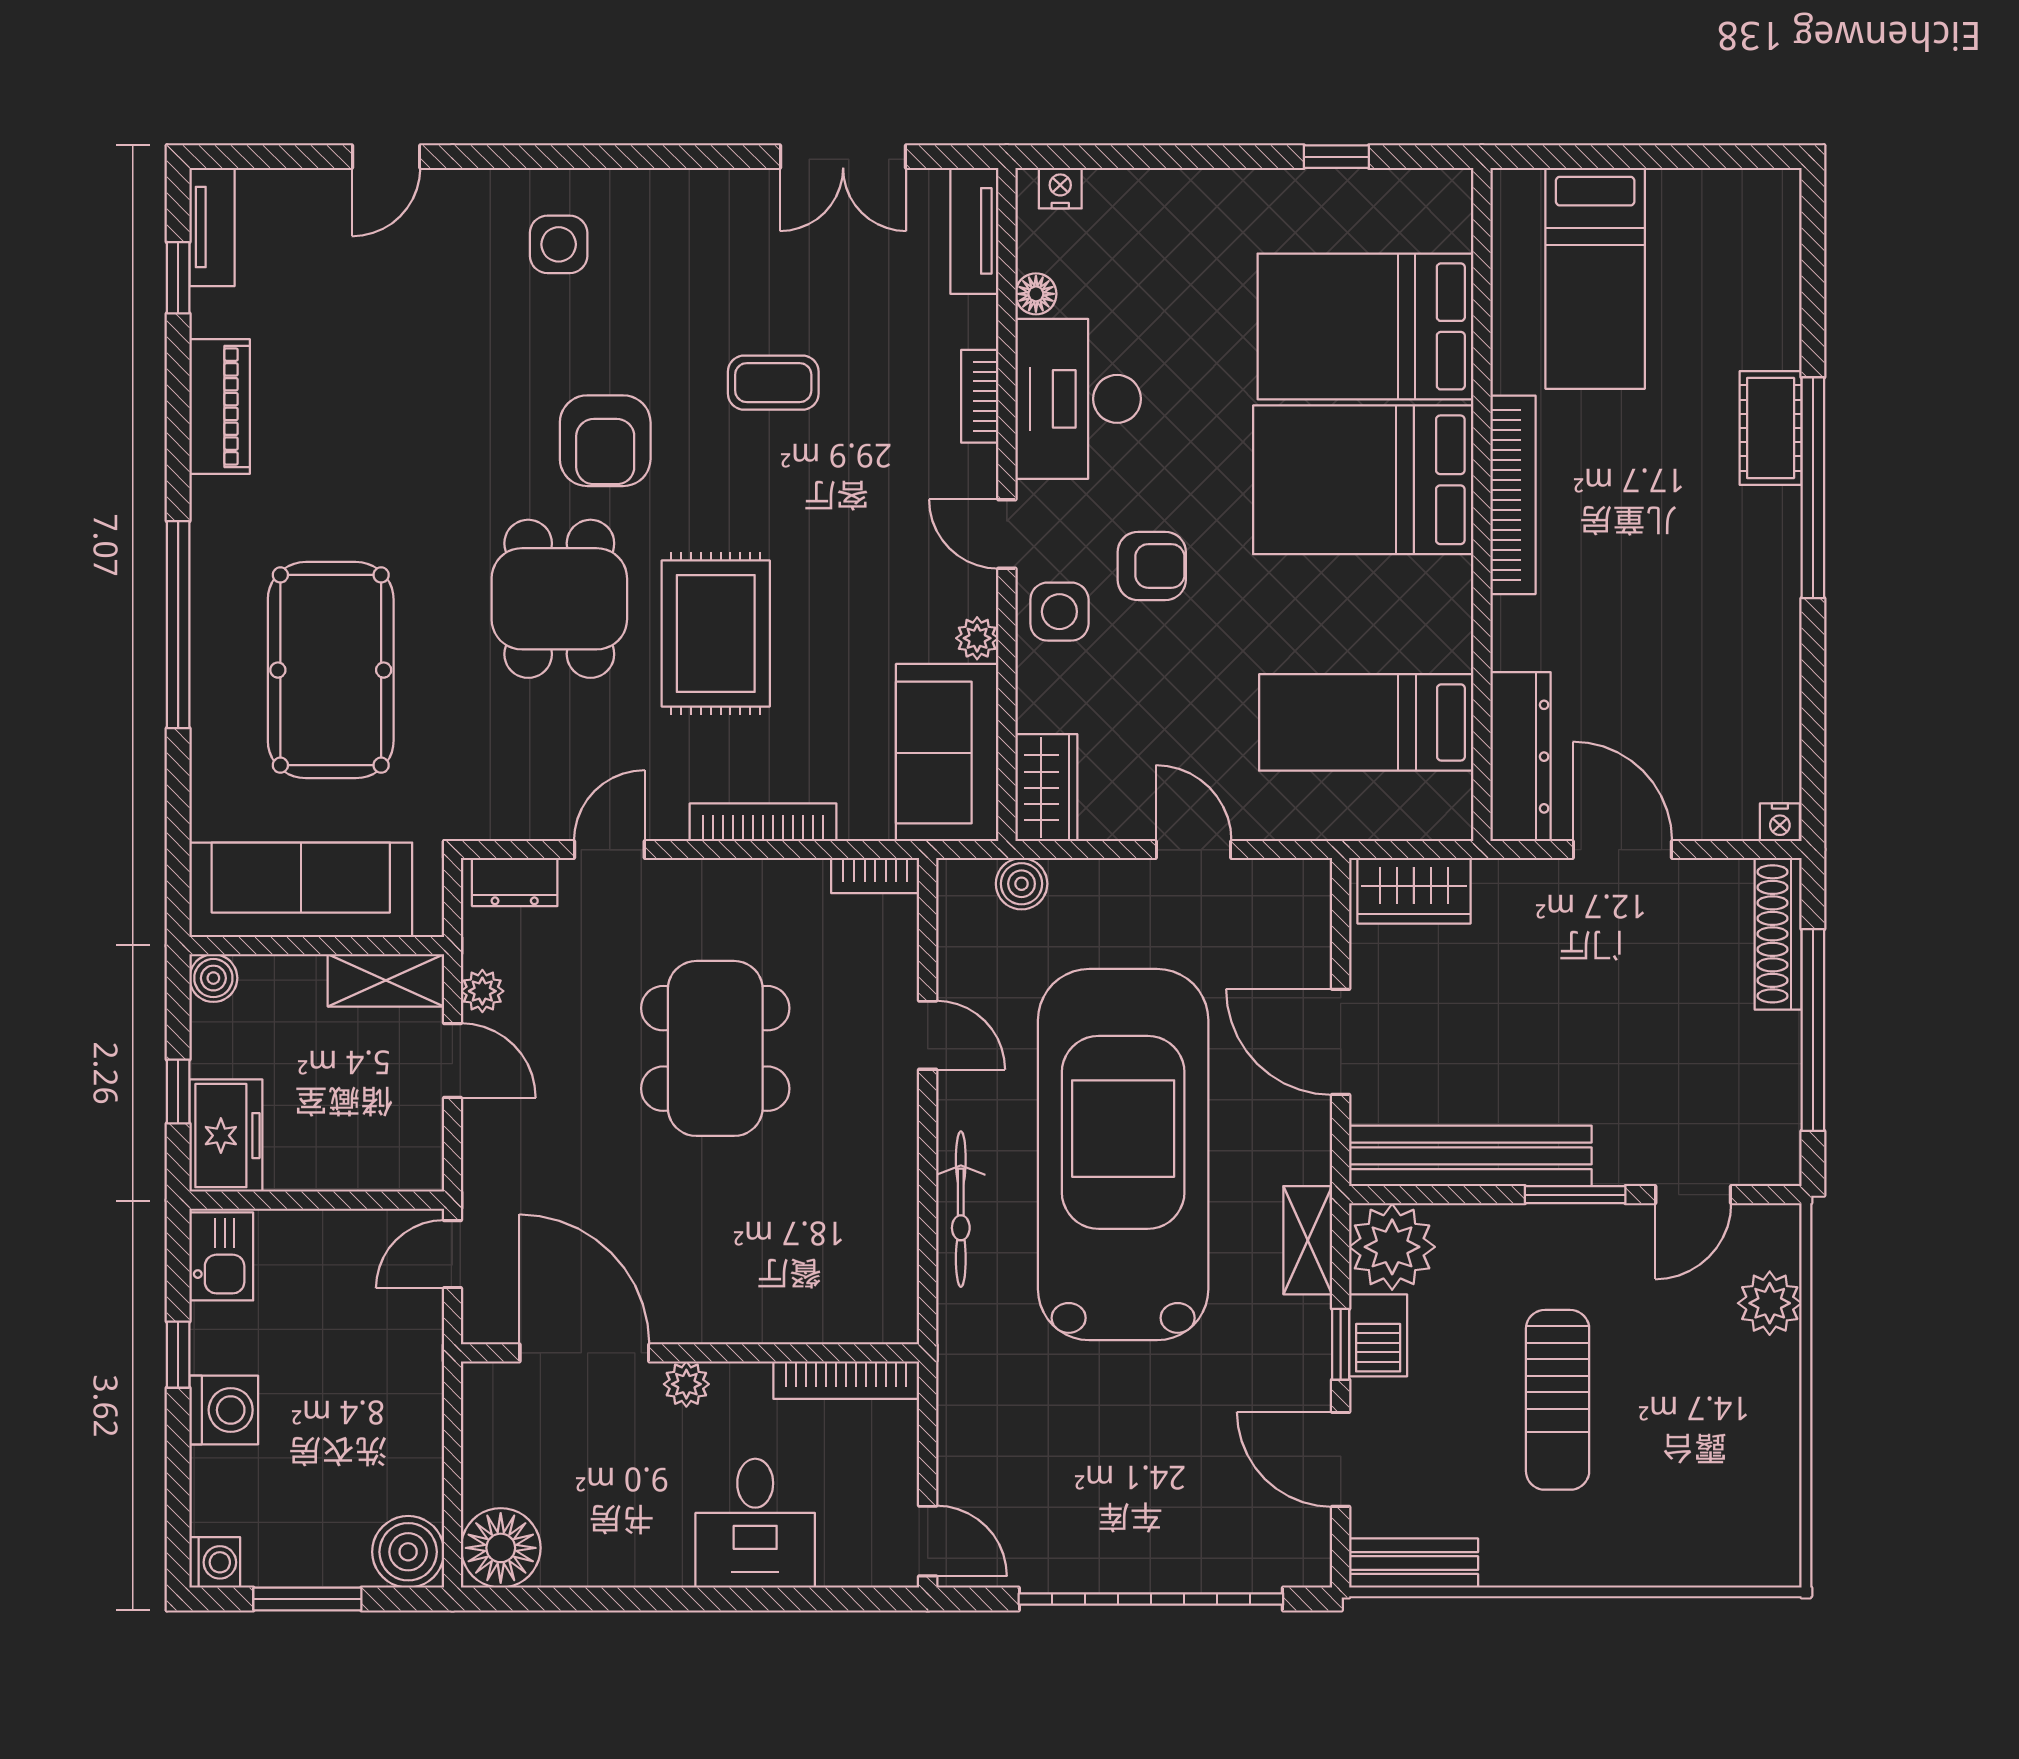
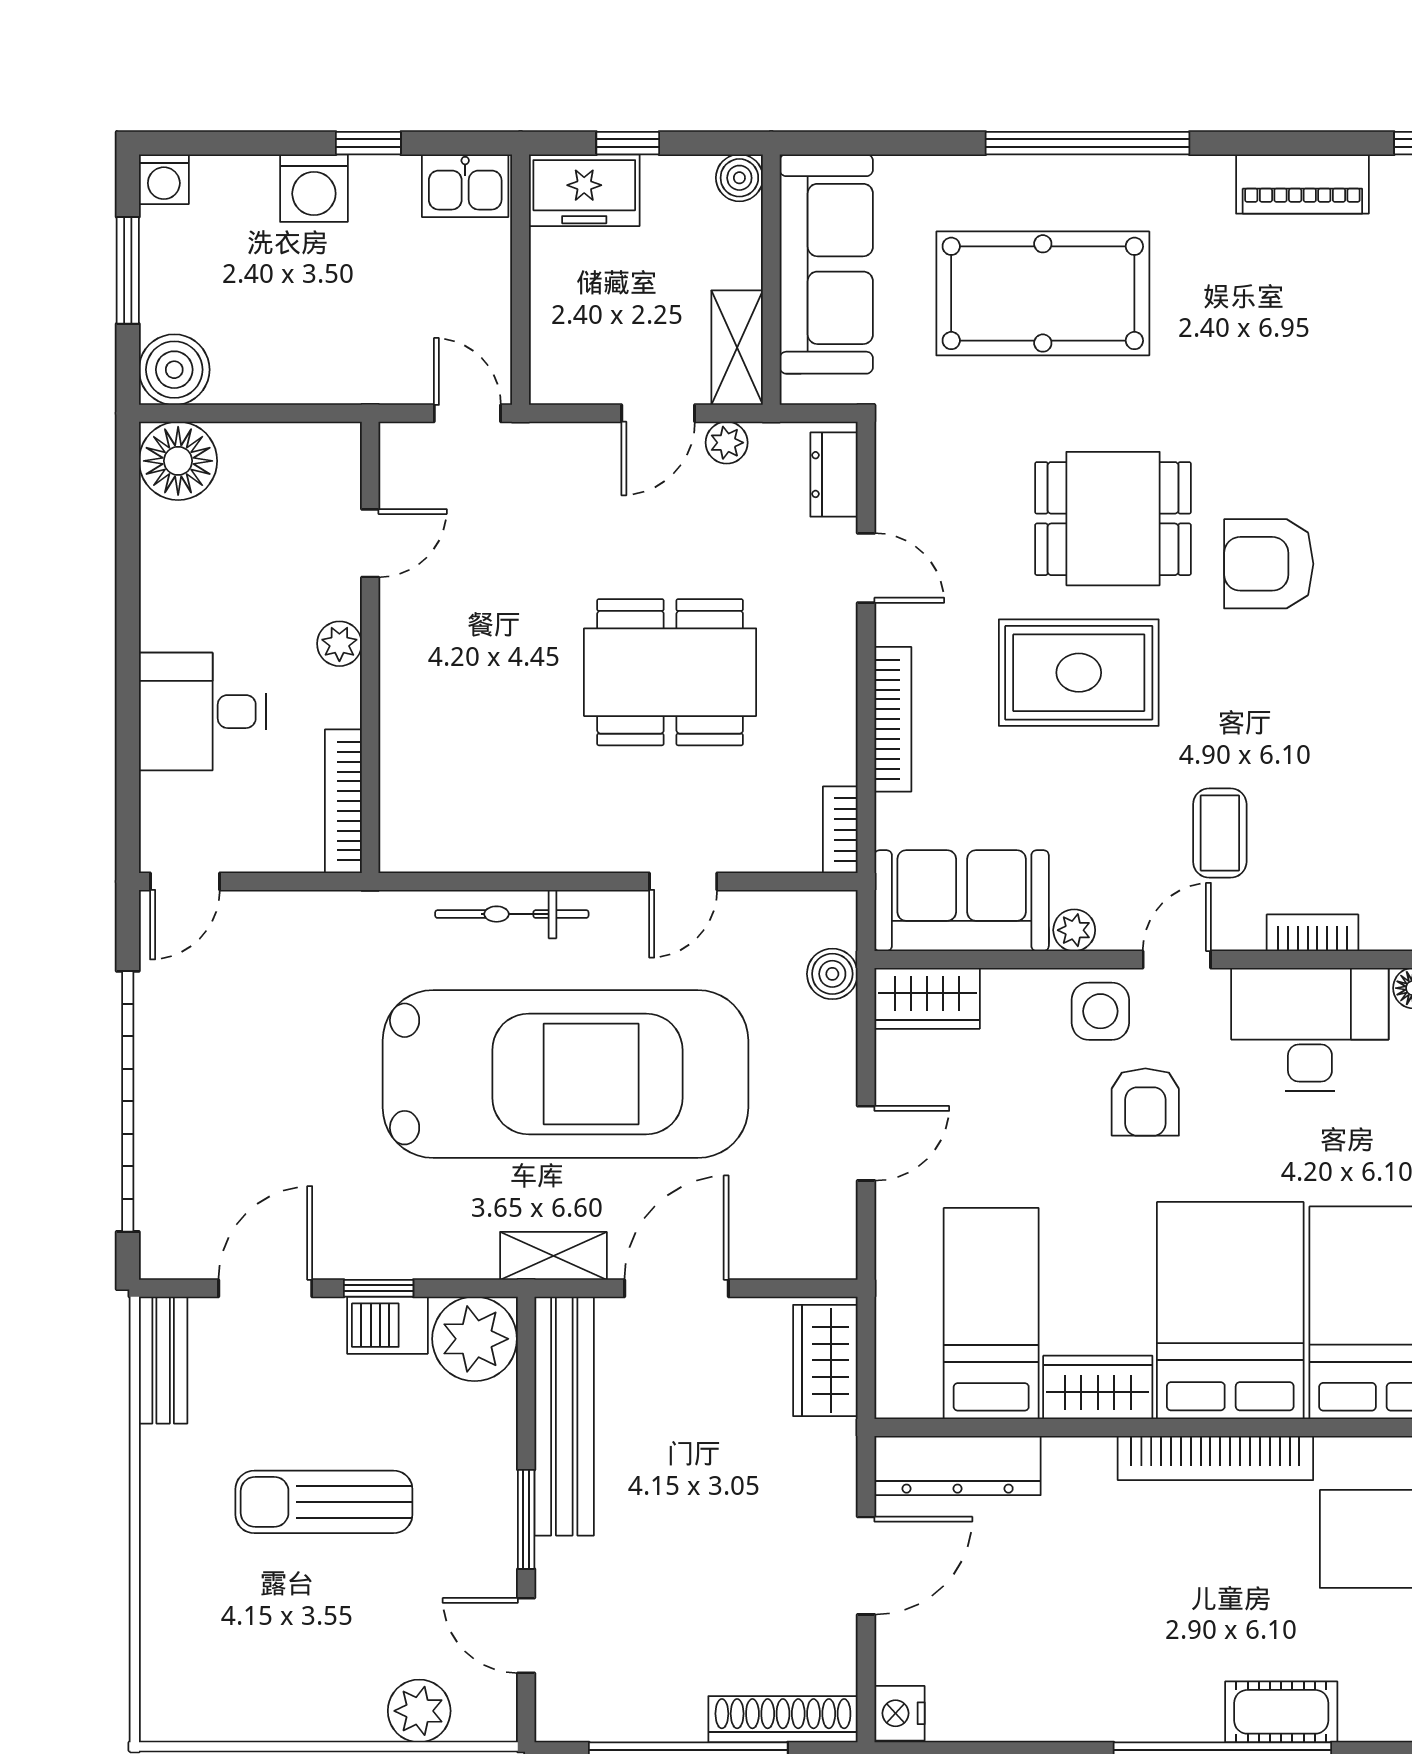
coffee table: (773, 383) -> (1220, 833), moved
wardrobe: (1441, 614) -> (1098, 1387), added
nightstand: (1780, 822) -> (900, 1713), width x1.39, depth x1.35
shelving: (1308, 1240) -> (553, 1256), moved
door: (584, 1353) -> (370, 543), width x0.53

